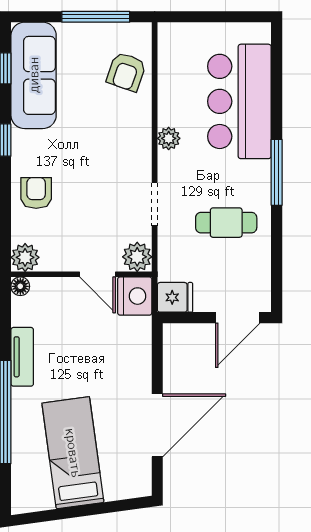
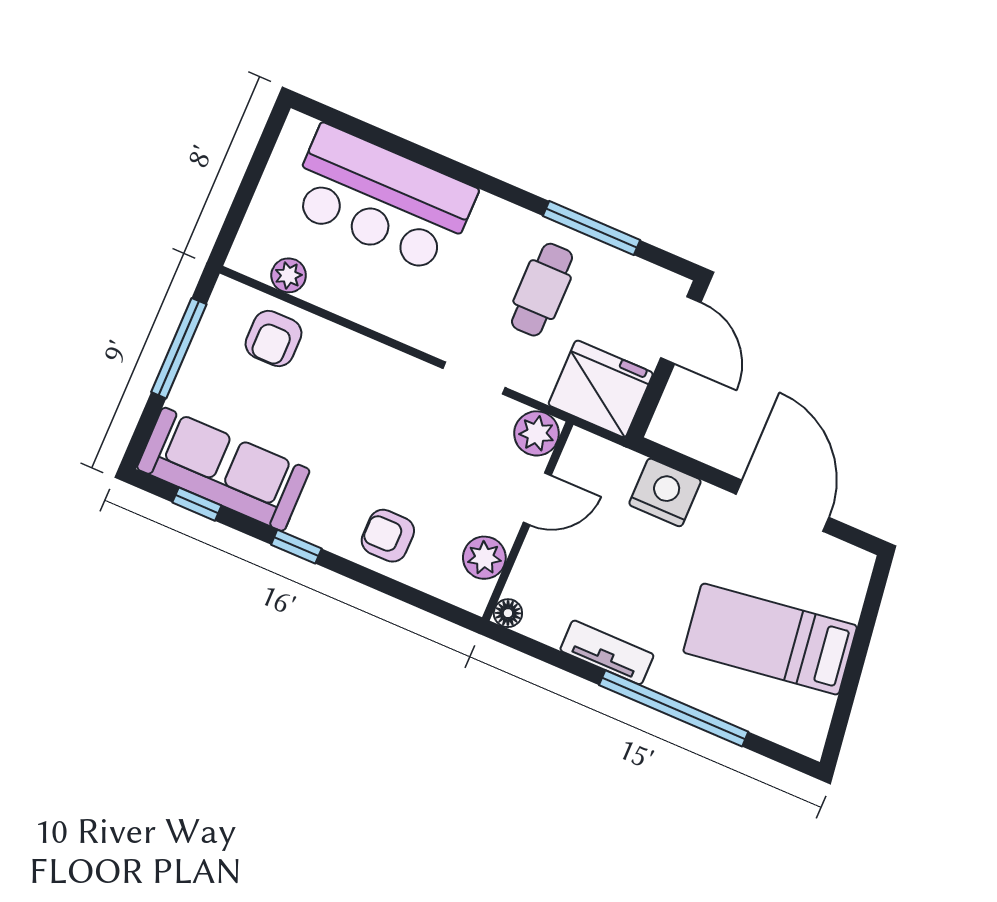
armchair: (126, 72) -> (274, 338), turned 71
plant: (169, 138) -> (289, 275), moved
window: (277, 172) -> (592, 228), moved
plant: (25, 257) -> (484, 558), moved
nightstand: (135, 296) -> (665, 492), moved
fridge: (175, 297) -> (601, 389), width x1.88, depth x1.34

